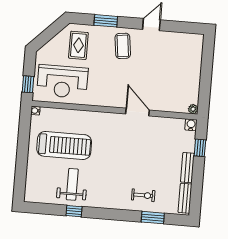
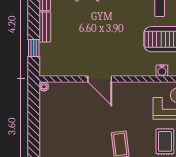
water cooler: (191, 125) -> (162, 71), moved

